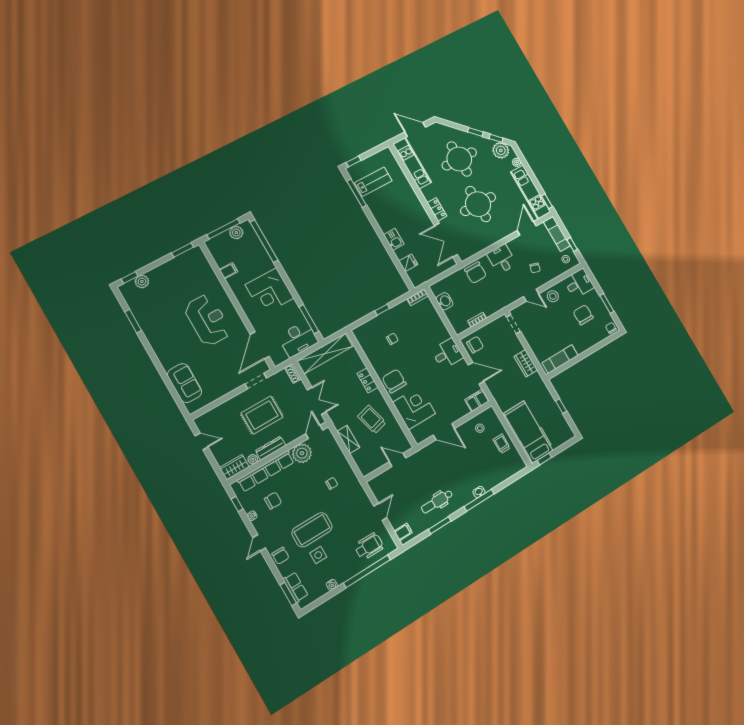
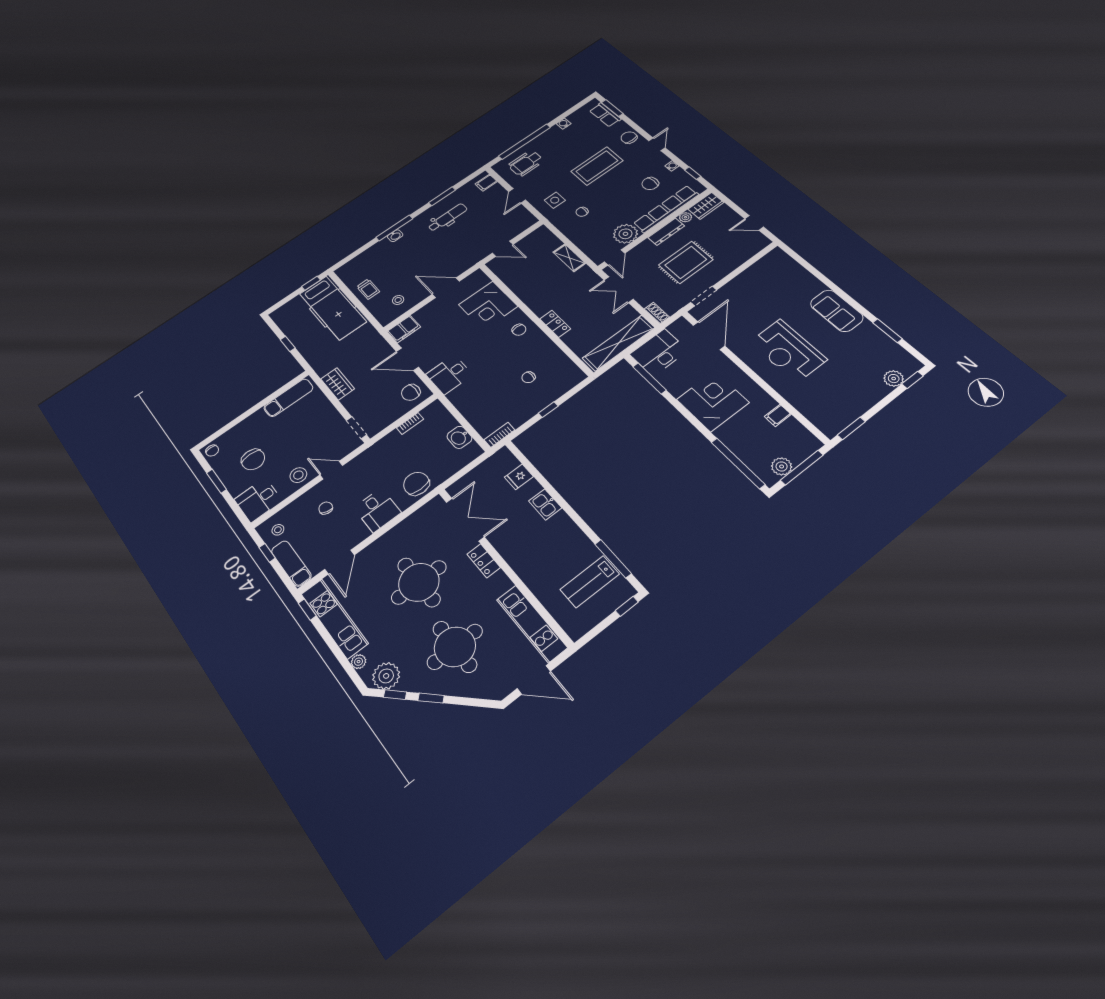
chair: (394, 381) -> (519, 330), width x0.54, depth x0.54
sofa: (185, 383) -> (837, 311), moved
trolley: (372, 419) -> (542, 283), removed
side table: (318, 555) -> (555, 200), moved

